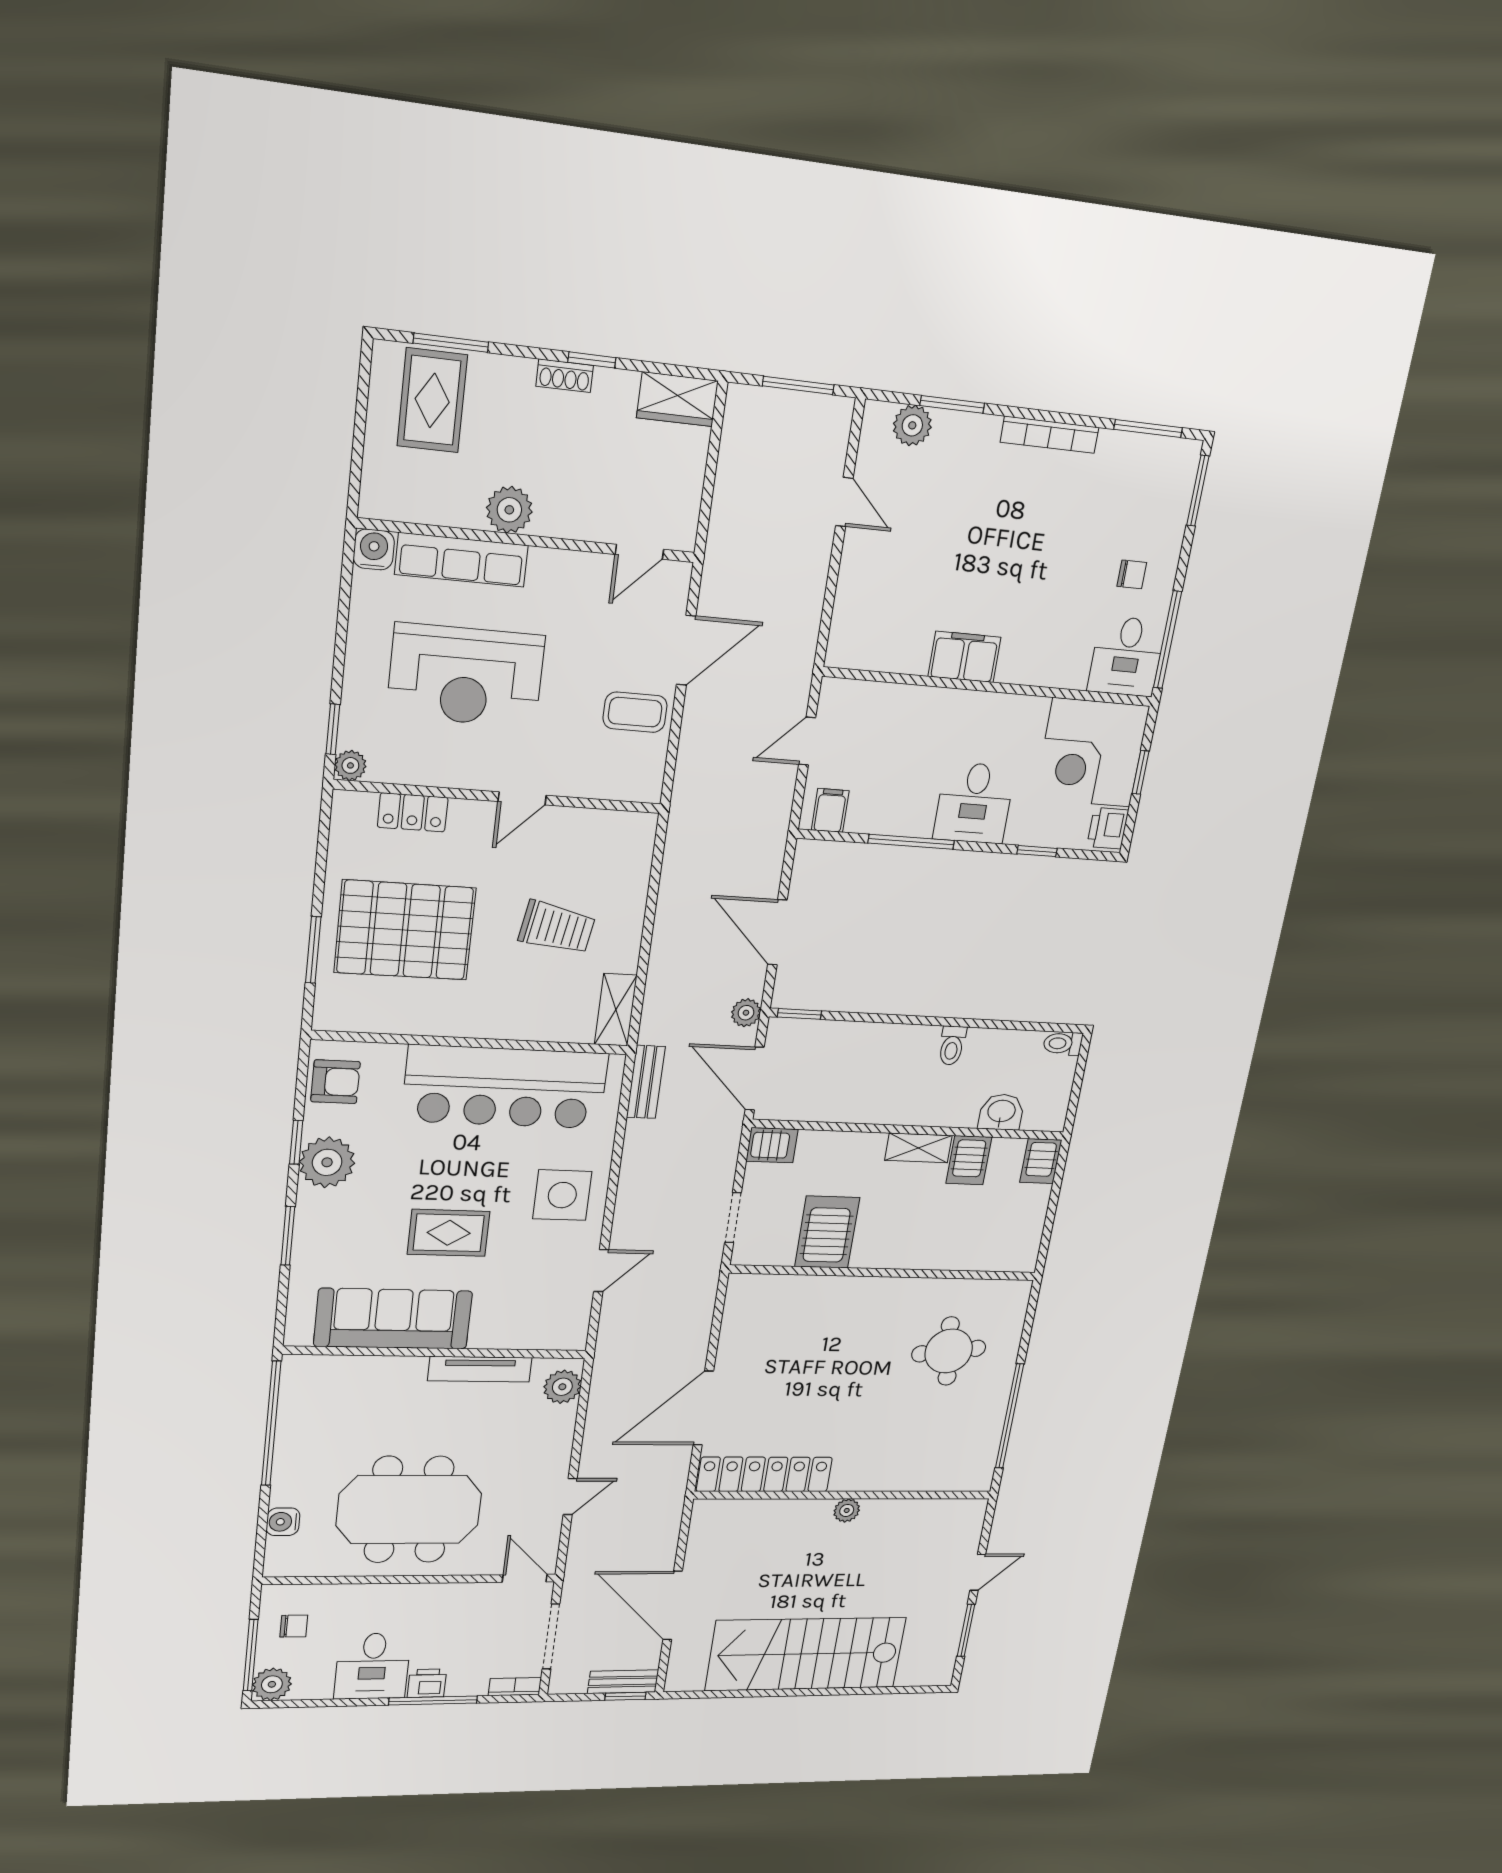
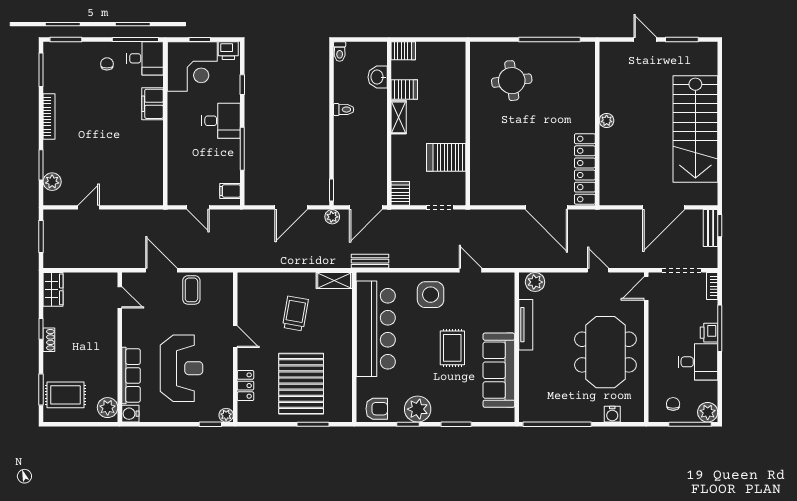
plant: (509, 510) -> (108, 408), moved
filing cabinet: (964, 657) -> (152, 104), moved
armchair: (335, 1082) -> (377, 409), turned 90

